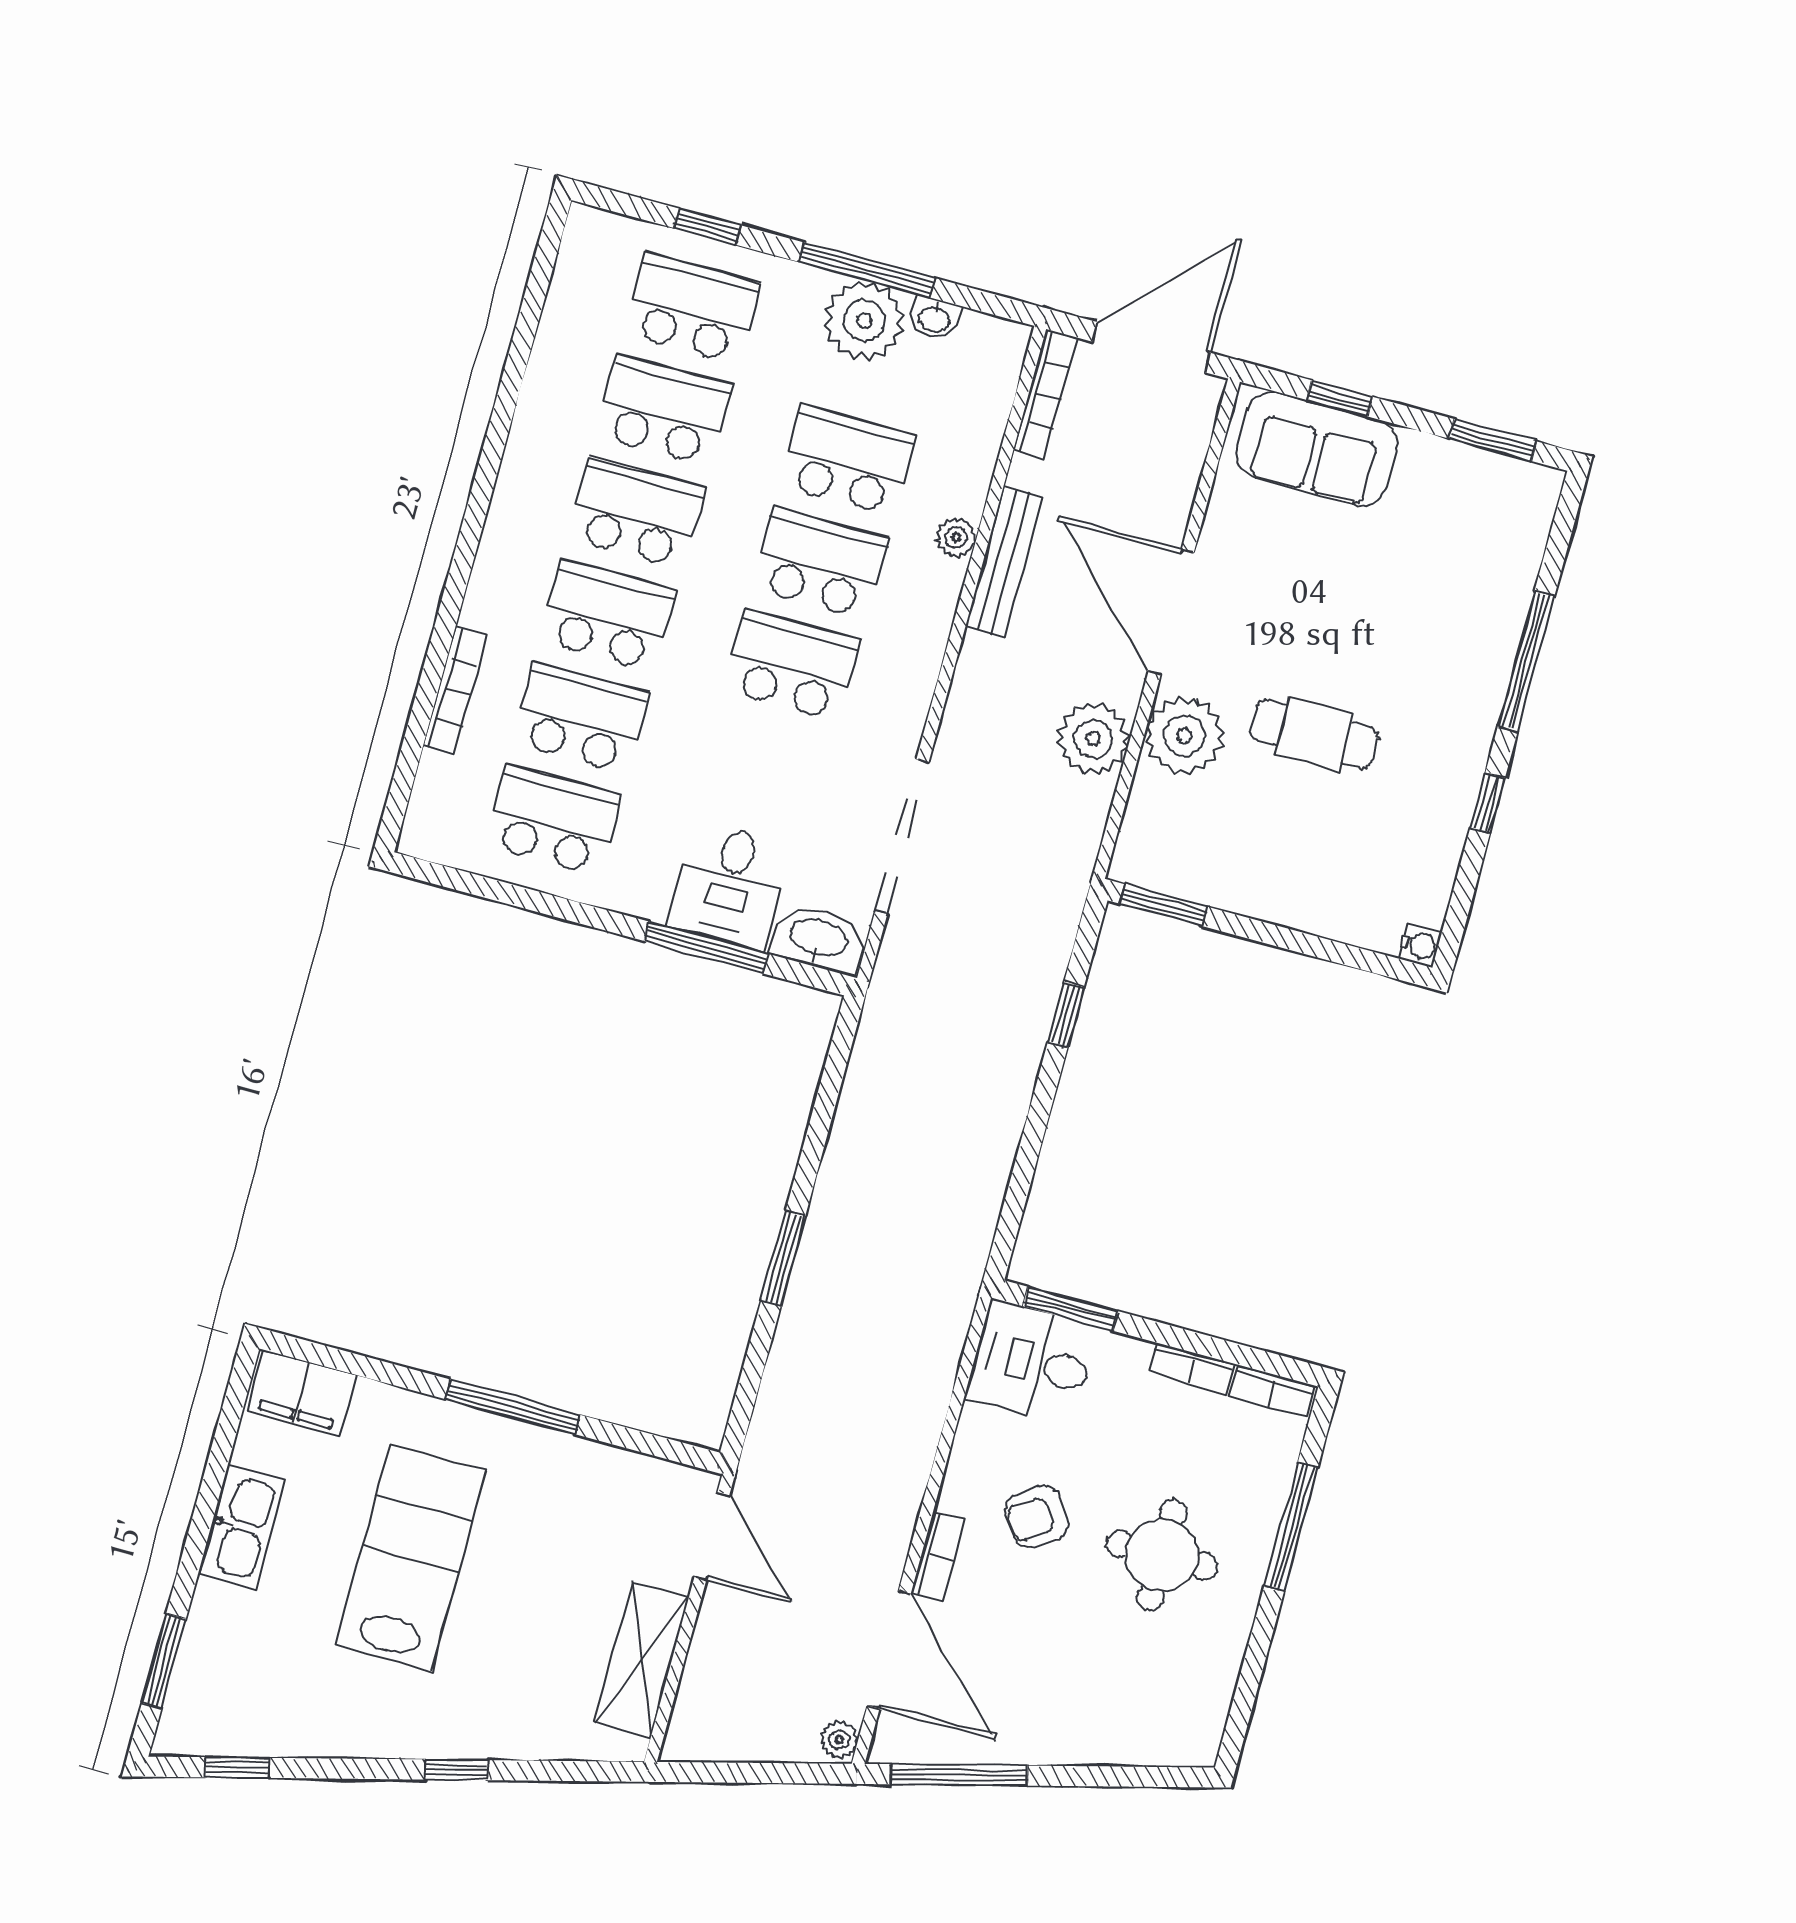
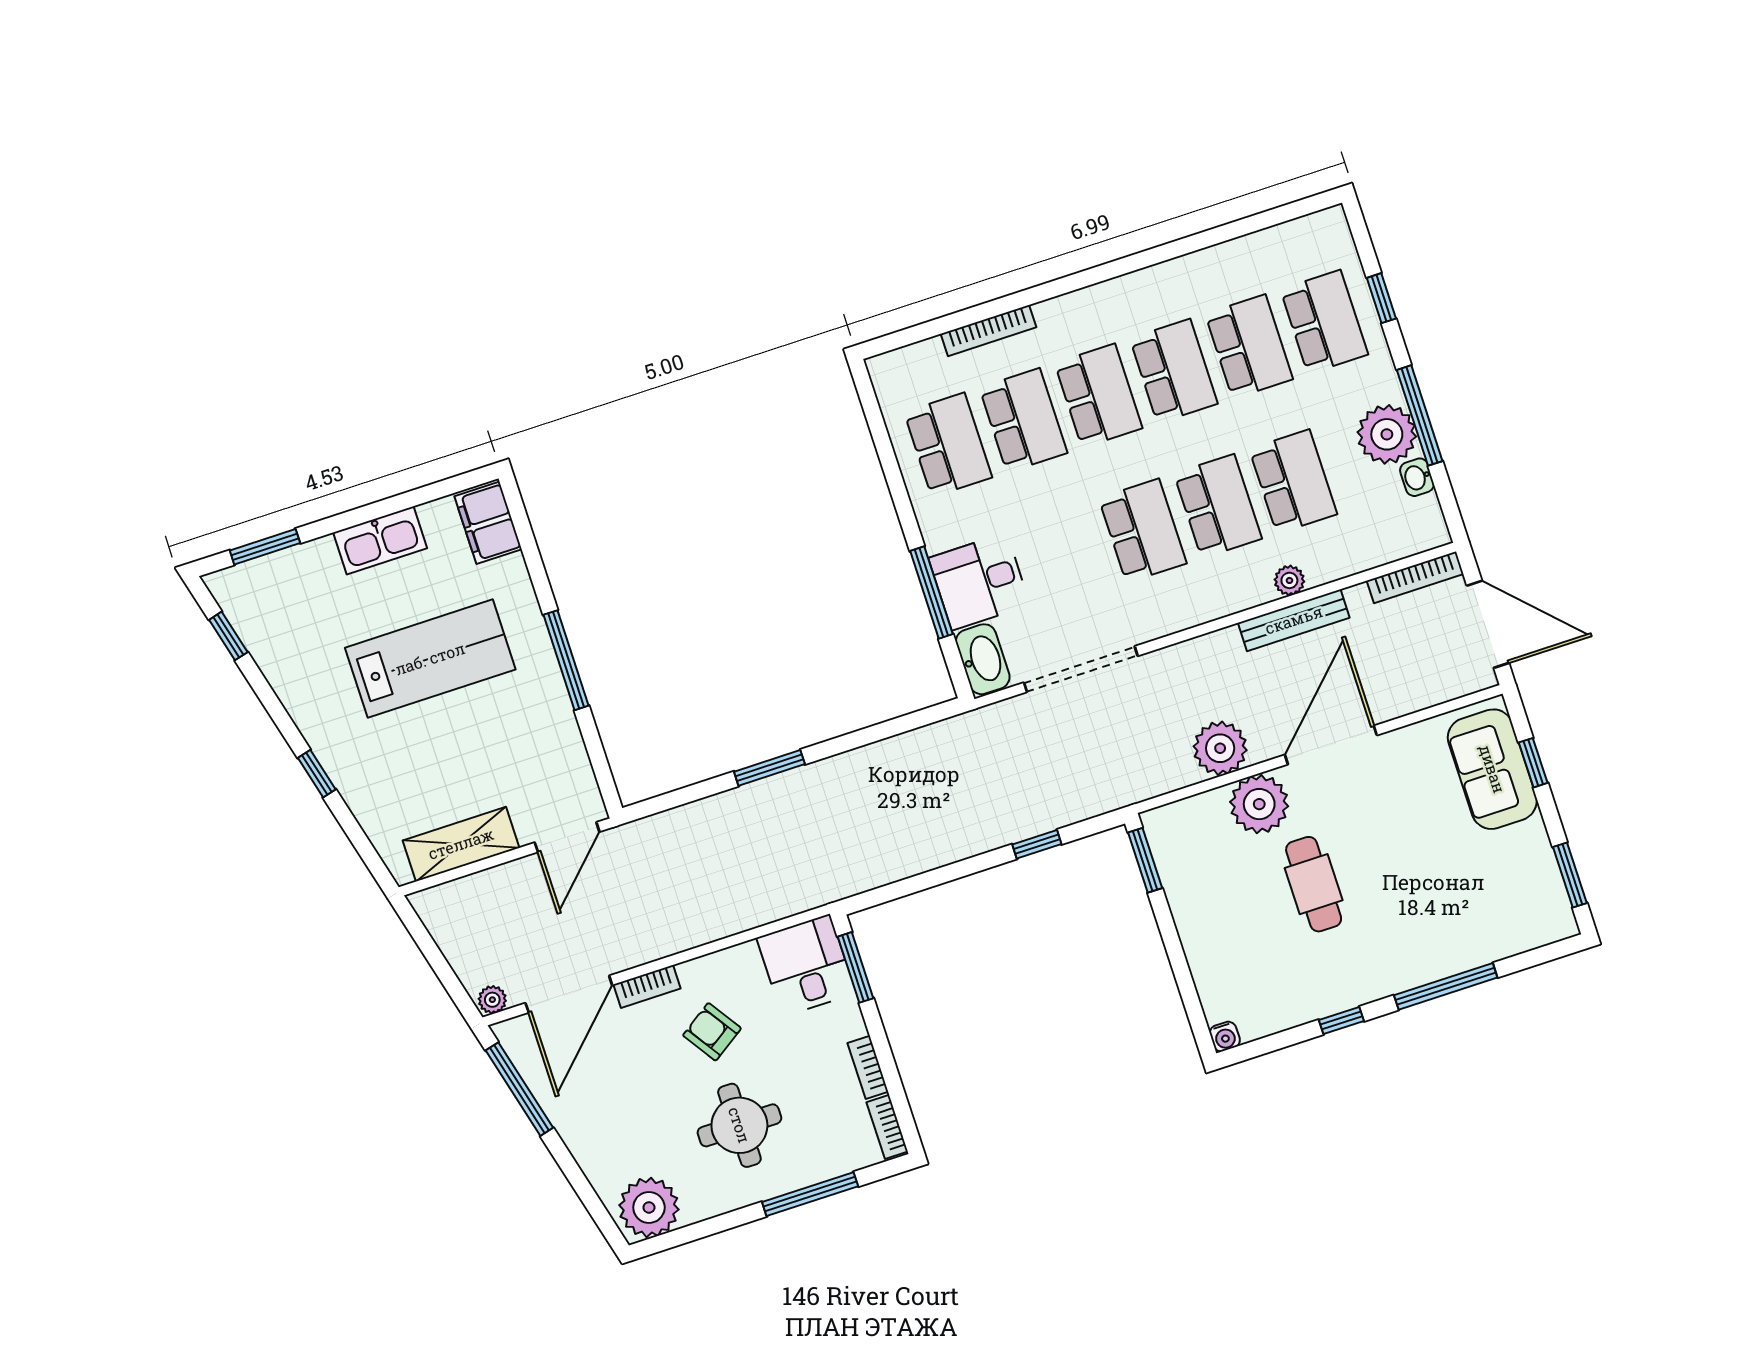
plant: (1187, 1717) -> (649, 1207), added

